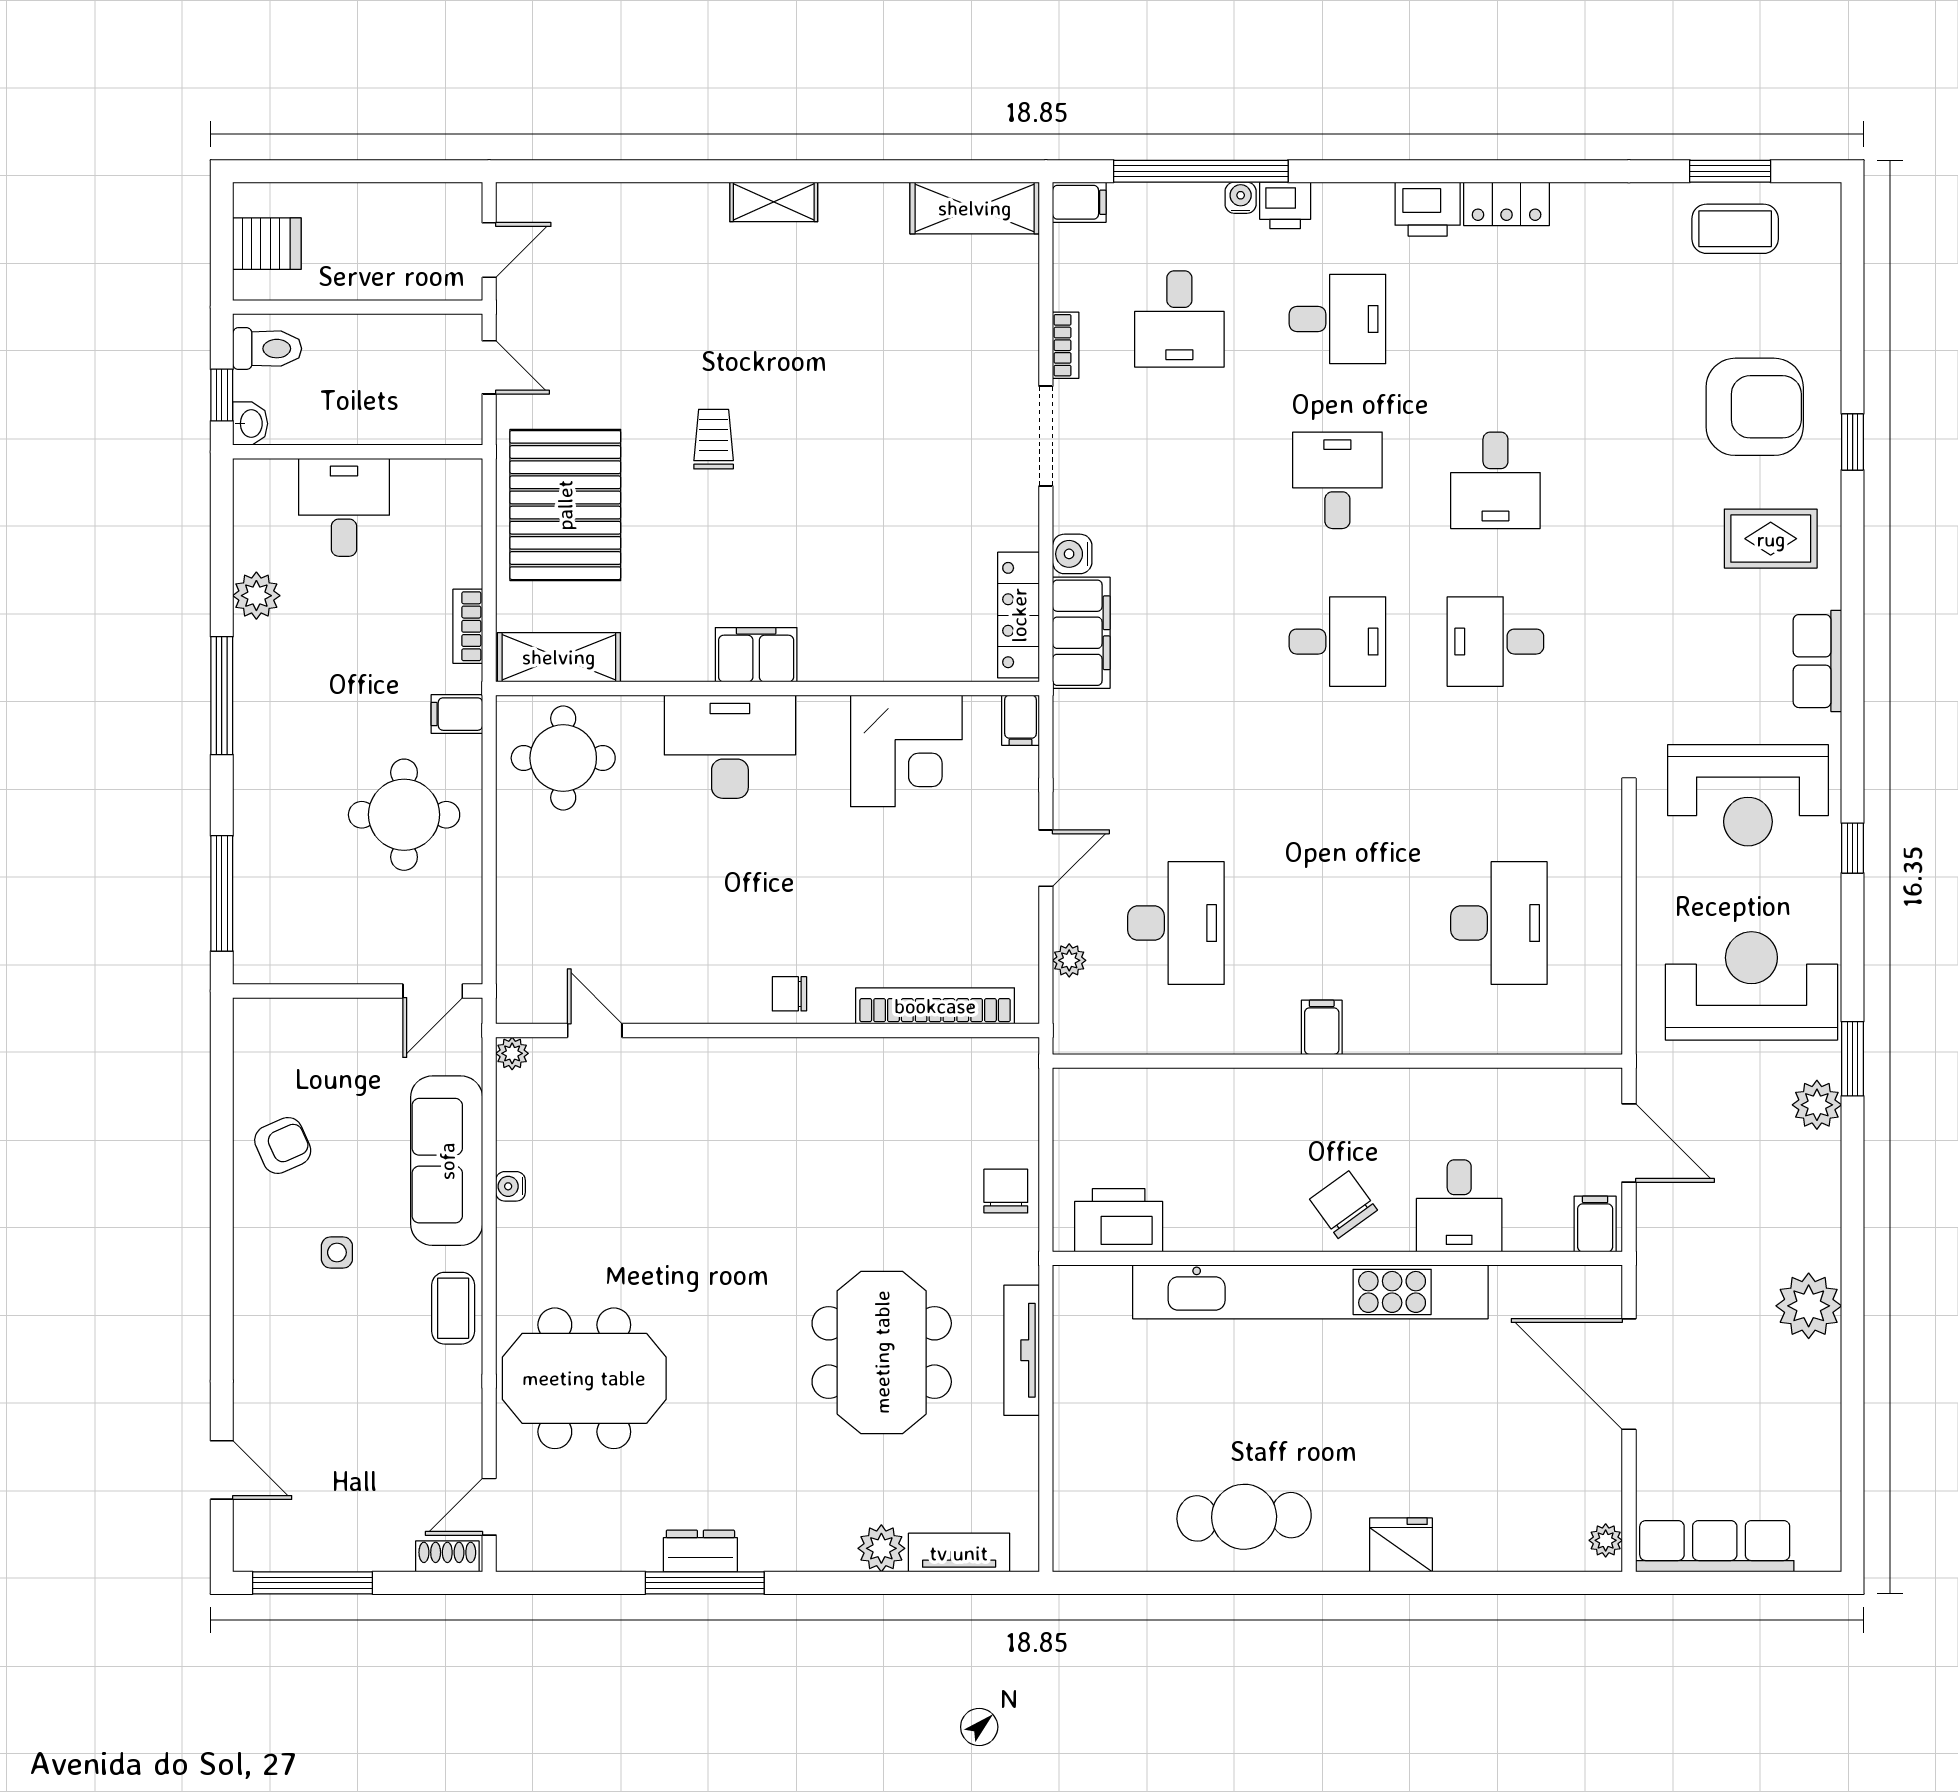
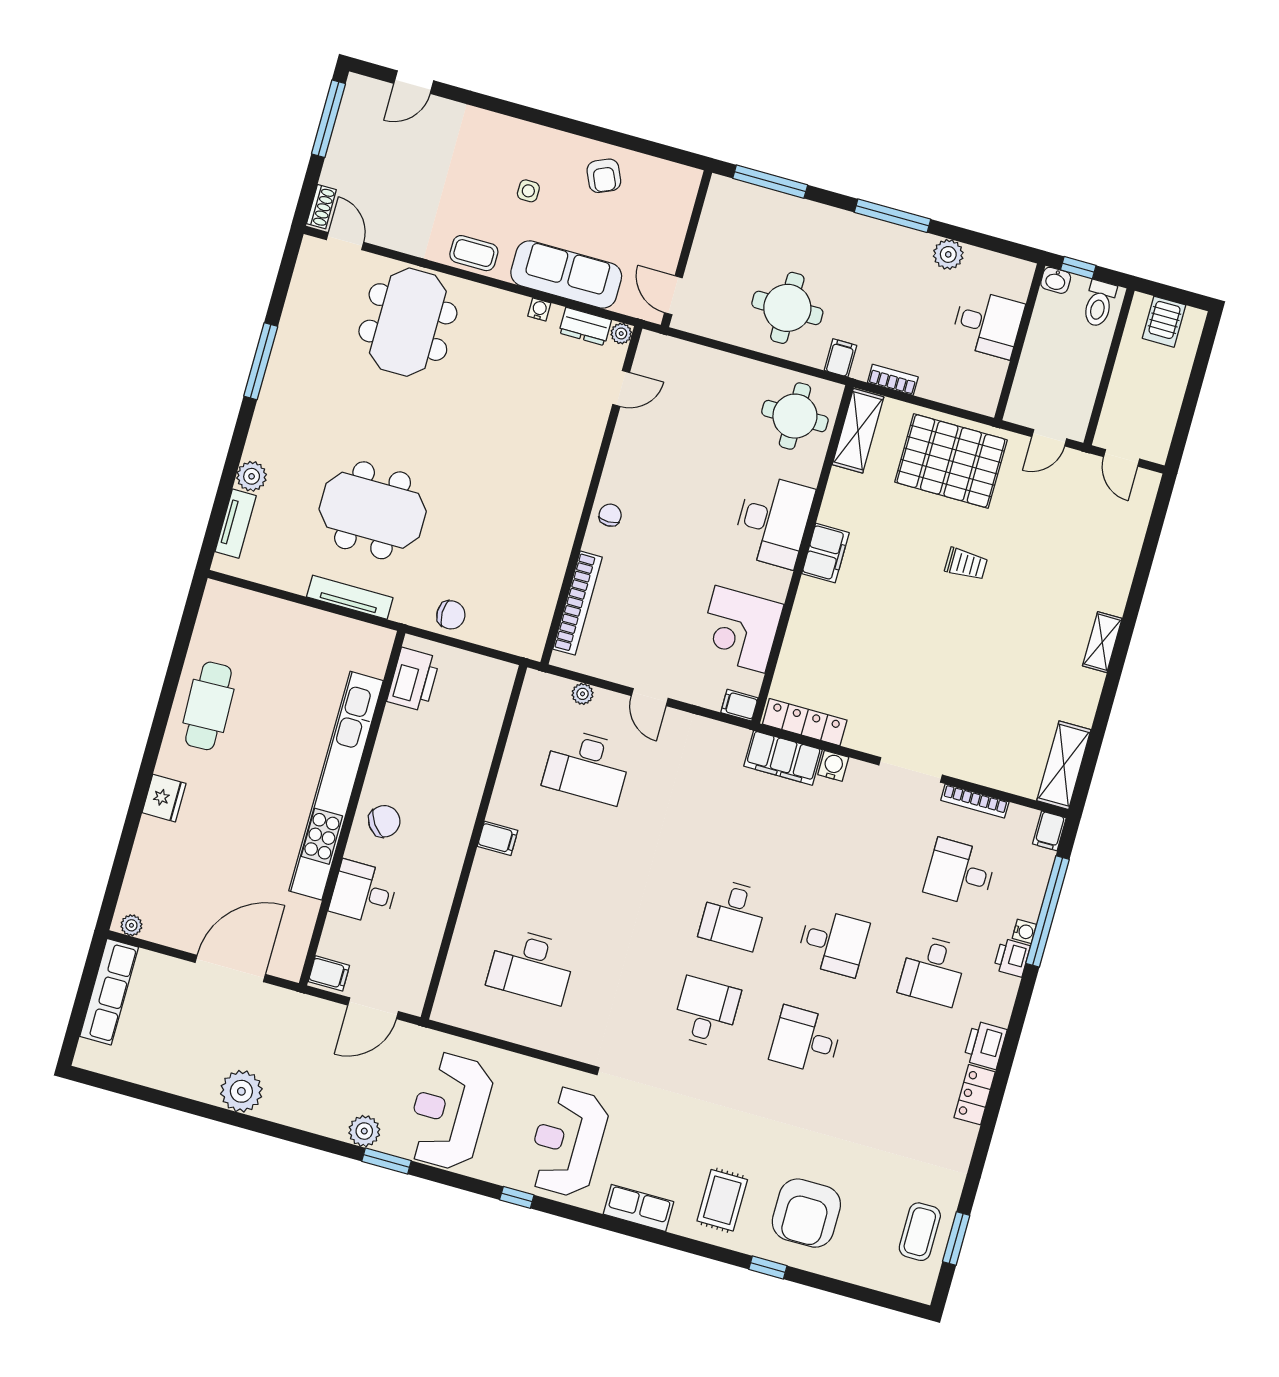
bookcase: (1066, 345) -> (975, 801), width x1.56
reception desk: (1751, 986) -> (449, 1111), turned 180
dresser: (700, 1551) -> (585, 326), moved, turned 90

